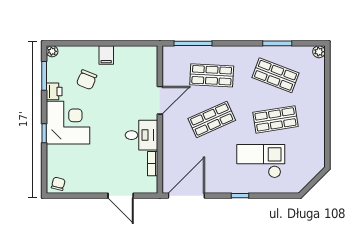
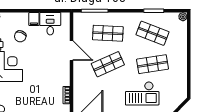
door: (160, 100) -> (72, 51), hinge flipped
desk: (141, 135) -> (50, 24), moved, turned -90
checkout: (261, 161) -> (142, 93), turned 180

